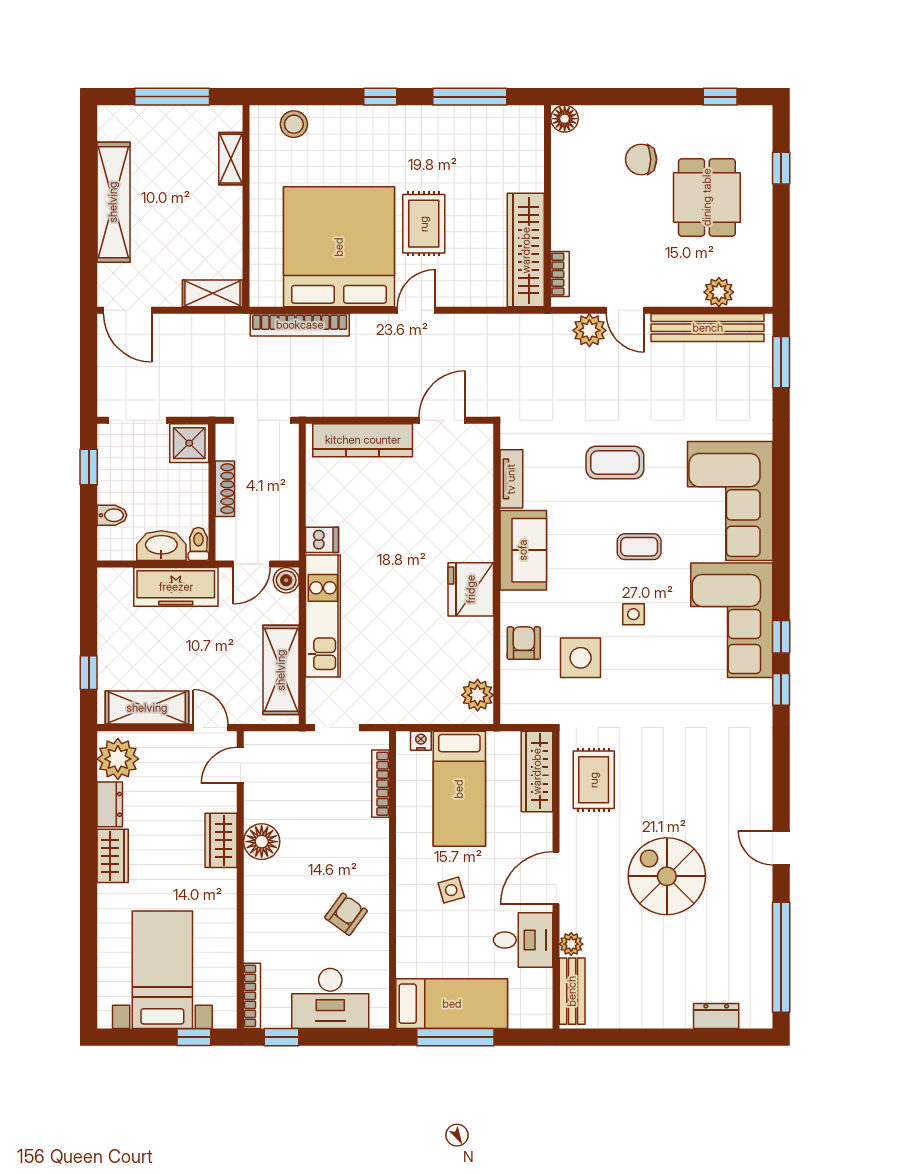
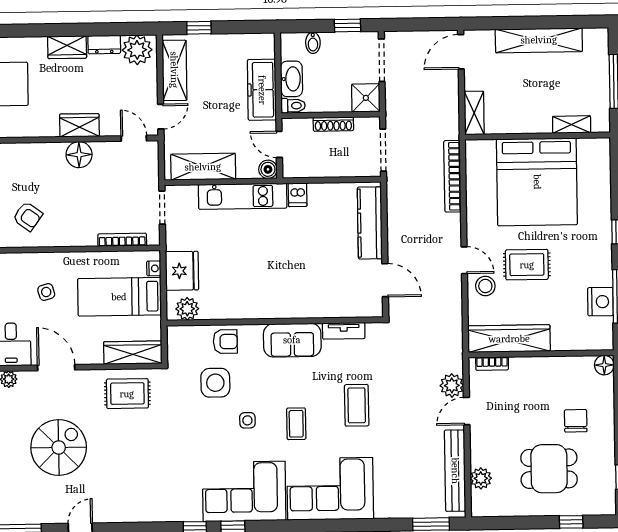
nightstand: (477, 123) -> (600, 302), added
stool: (294, 124) -> (485, 286), moved
bed: (339, 247) -> (537, 182), moved, turned 90
fridge: (471, 589) -> (182, 271), moved, turned 90

